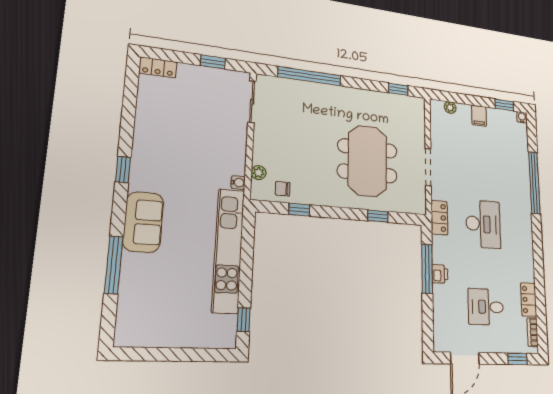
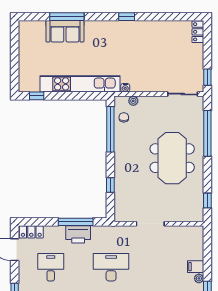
window: (213, 62) -> (207, 77), moved
plant: (450, 107) -> (199, 278), moved
meeting table: (367, 161) -> (172, 158), moved, turned 90
window: (299, 210) -> (110, 129), width x3.17
locker: (439, 218) -> (31, 232), moved
sofa: (143, 222) -> (65, 31), moved
desk: (483, 224) -> (111, 267), turned 180
printer: (440, 274) -> (78, 234), width x1.87, depth x1.48

